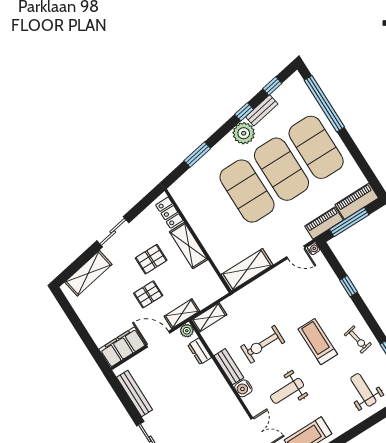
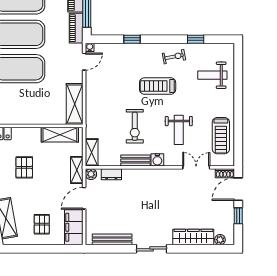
shelving: (189, 246) -> (60, 135), moved
pallet: (148, 294) -> (42, 224), moved

